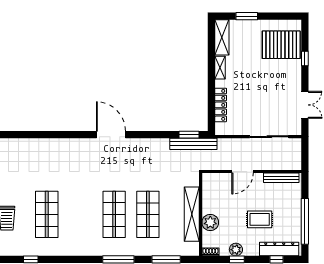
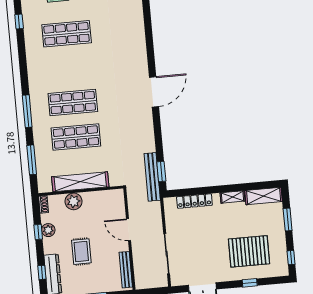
window: (284, 16) -> (291, 258), added
pallet: (281, 45) -> (249, 251), moved, turned 90

